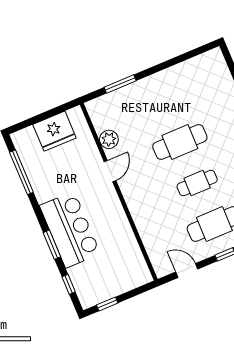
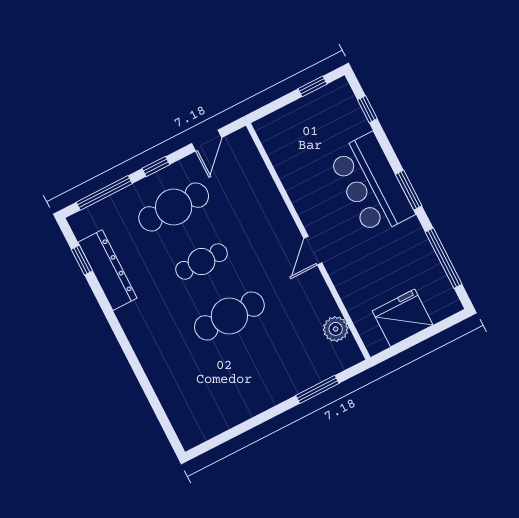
plant: (109, 139) -> (336, 329), moved
door: (110, 171) -> (313, 251), moved
window: (52, 245) -> (409, 190), moved
door: (187, 271) -> (207, 140), hinge flipped

